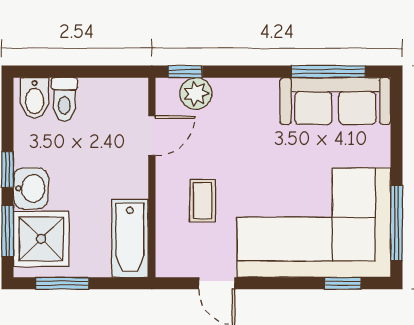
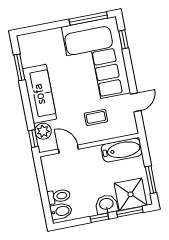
window: (328, 72) -> (19, 67), width x0.69
sofa: (335, 101) -> (40, 94), moved

